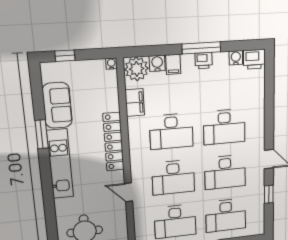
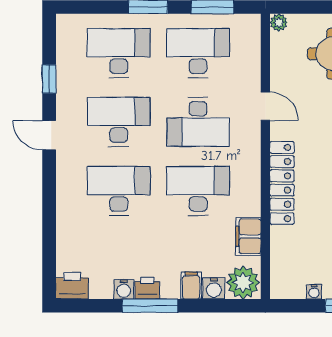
water cooler: (236, 58) -> (124, 289), moved
water cooler: (111, 64) -> (314, 292), moved
desk: (173, 177) -> (198, 122), turned 180

